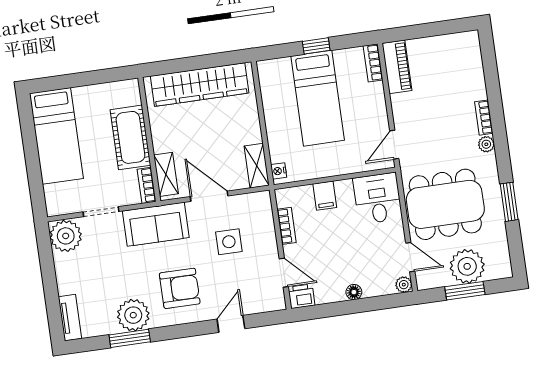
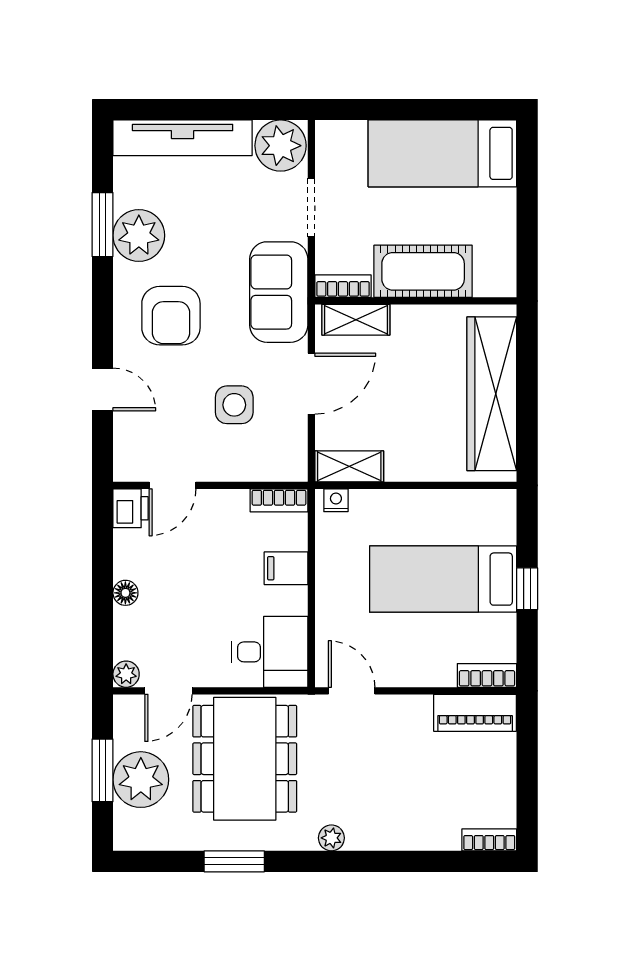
bookcase: (484, 118) -> (489, 840), moved
bookcase: (287, 226) -> (279, 500), moved
tv unit: (70, 318) -> (183, 138), width x1.92, depth x1.29

